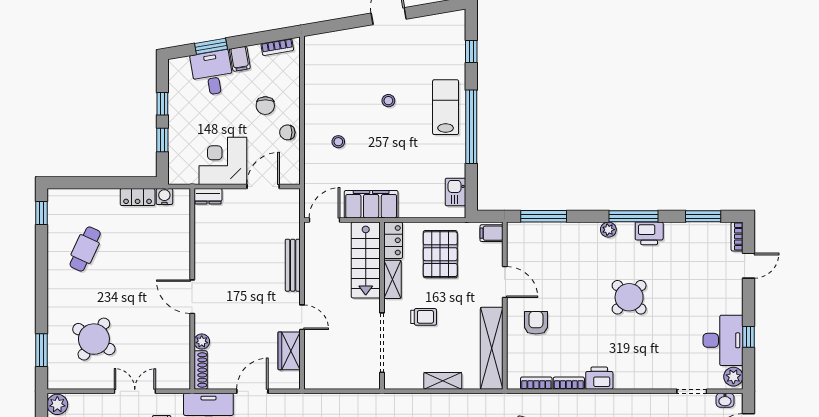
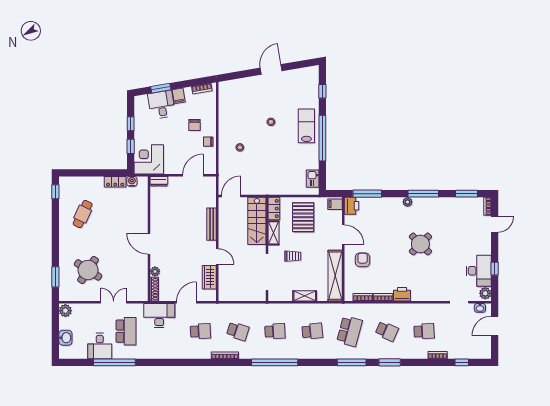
corner desk: (223, 161) -> (149, 159), moved
filing cabinet: (371, 204) -> (260, 186), removed
printer: (649, 233) -> (351, 206), moved, turned -90

